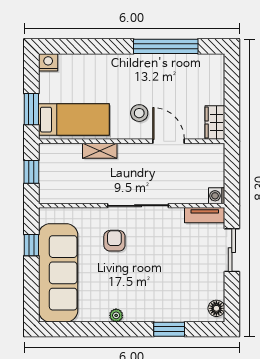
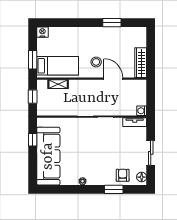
window: (166, 46) -> (112, 23), width x0.47
wardrobe: (215, 123) -> (141, 63), width x1.50
shelving: (100, 151) -> (58, 84), moved
armchair: (114, 241) -> (123, 175), moved
sliding door: (232, 250) -> (151, 153), moved

